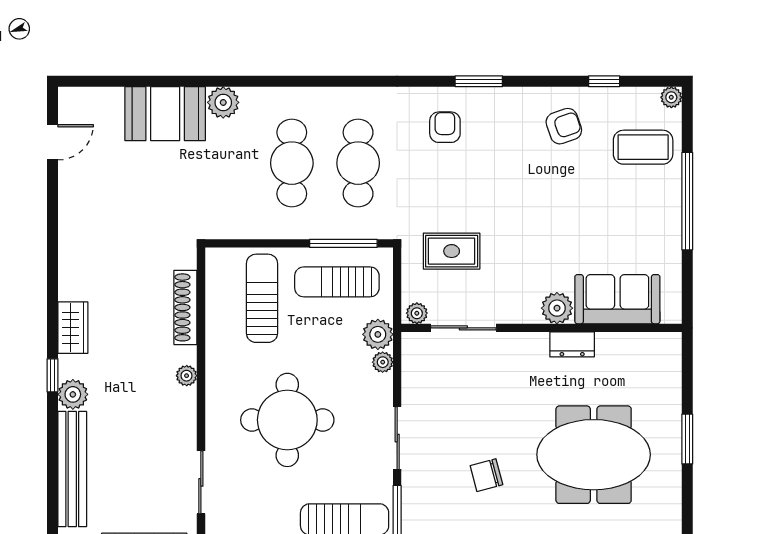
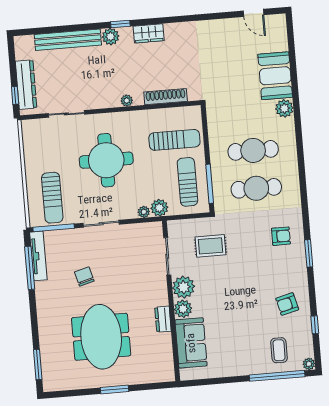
armchair: (564, 126) -> (287, 304), turned 95
coffee table: (643, 147) -> (279, 350), width x0.73, depth x0.77
window: (687, 201) -> (277, 376), moved
rug: (452, 251) -> (211, 246), turned 90
plant: (417, 313) -> (184, 287), moved, width x1.88, depth x1.88

